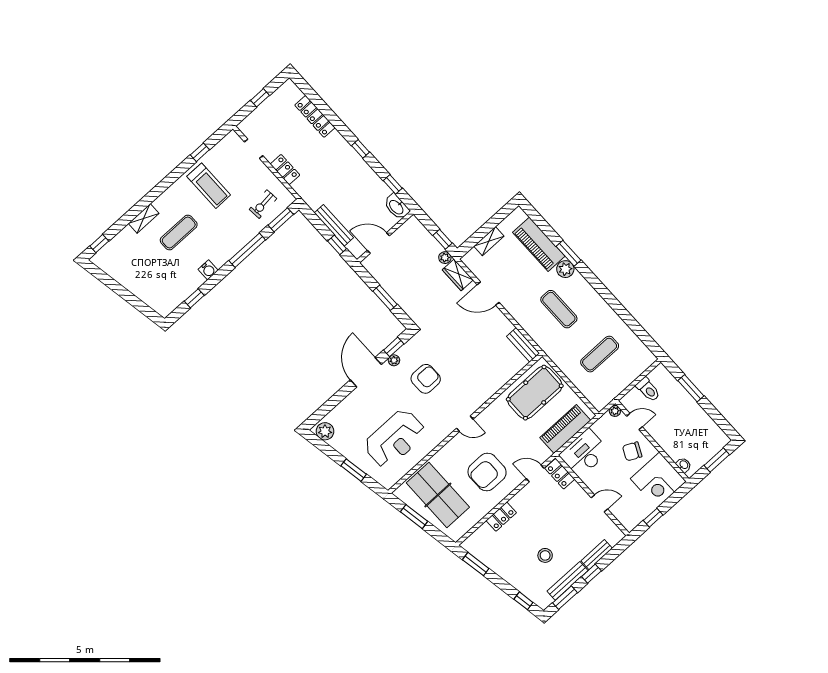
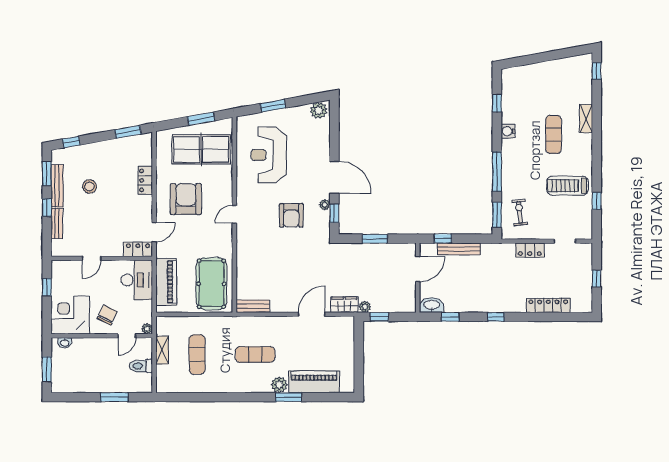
shelving: (489, 241) -> (162, 350), moved

